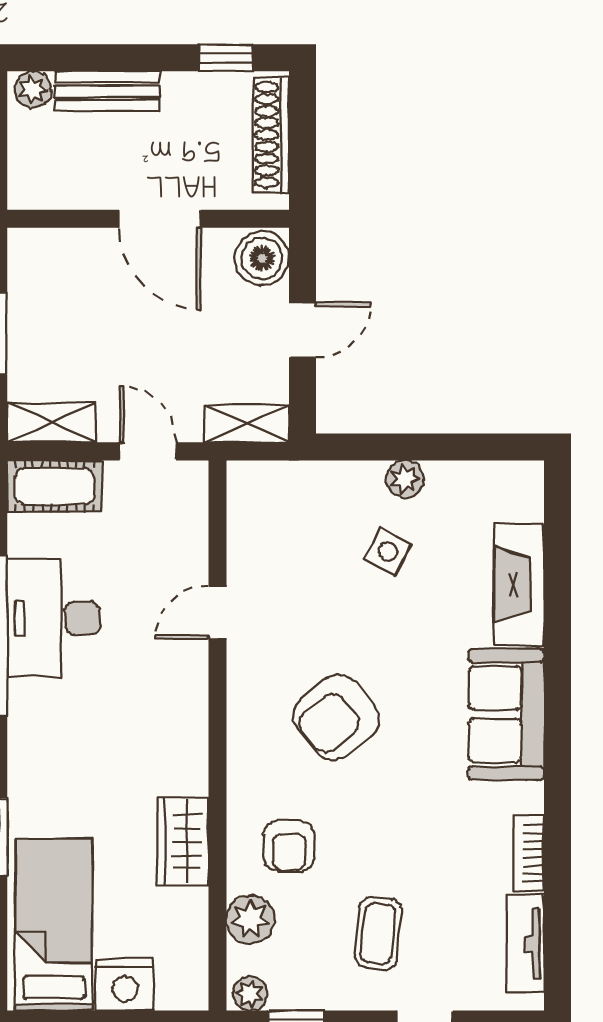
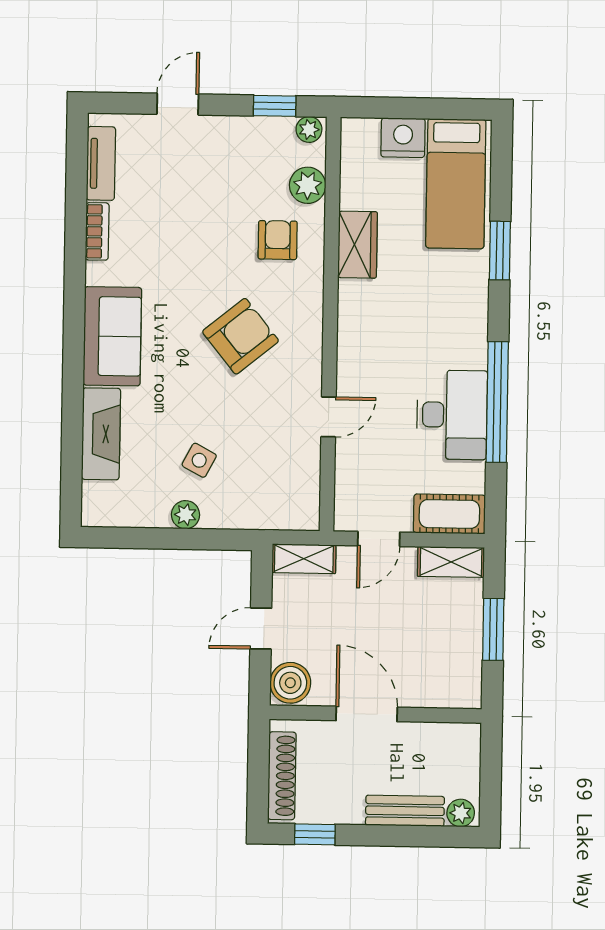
door: (148, 451) -> (379, 539), hinge flipped
coffee table: (378, 933) -> (212, 173), removed

